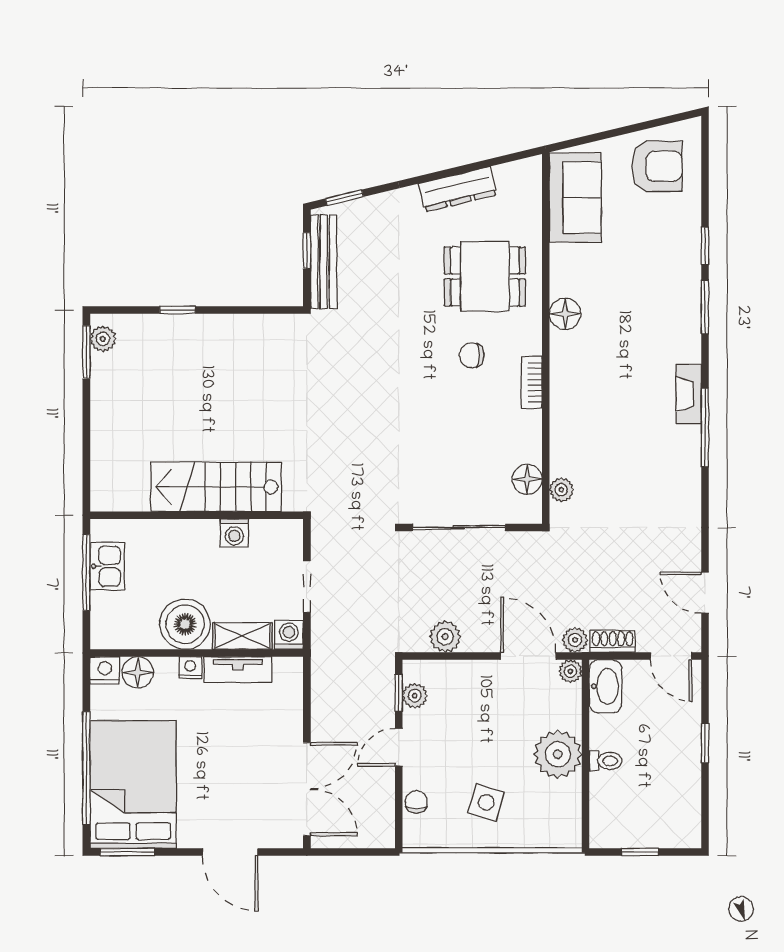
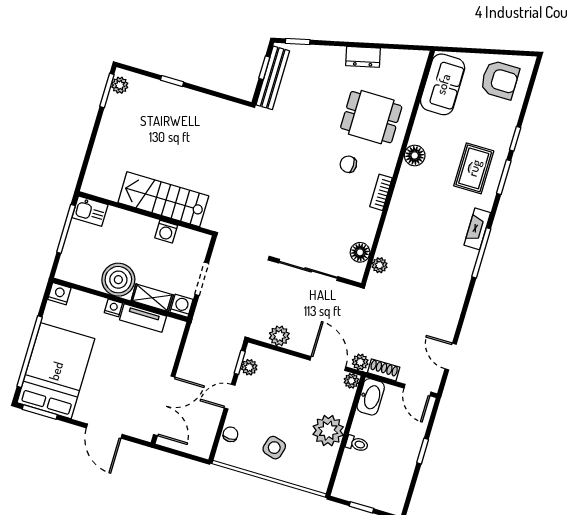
dresser: (458, 189) -> (363, 57), width x0.70
rug: (657, 307) -> (474, 168), added
kitchen sink: (107, 566) -> (90, 211), moved, turned 90
floor lamp: (138, 672) -> (80, 301), removed

